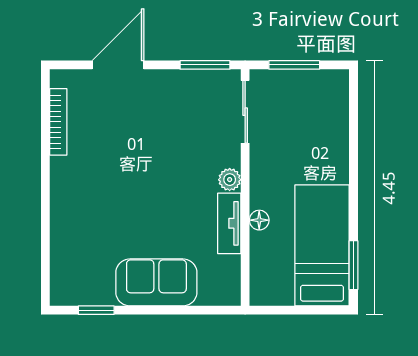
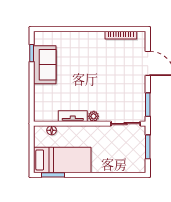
floor lamp: (259, 220) -> (52, 130), moved
sofa: (156, 282) -> (45, 65), moved

